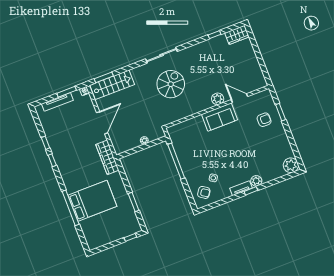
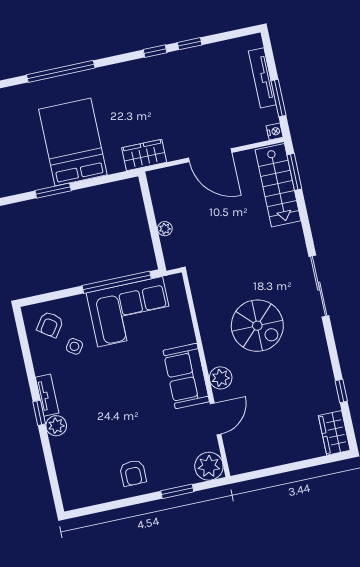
spiral stairs: (171, 84) -> (257, 326), moved
armchair: (264, 120) -> (133, 473), moved
corner sofa: (191, 152) -> (130, 312), added
wardrobe: (107, 157) -> (144, 155), width x0.67
plant: (291, 165) -> (209, 466), moved
bed: (92, 201) -> (73, 142), moved, turned 180

